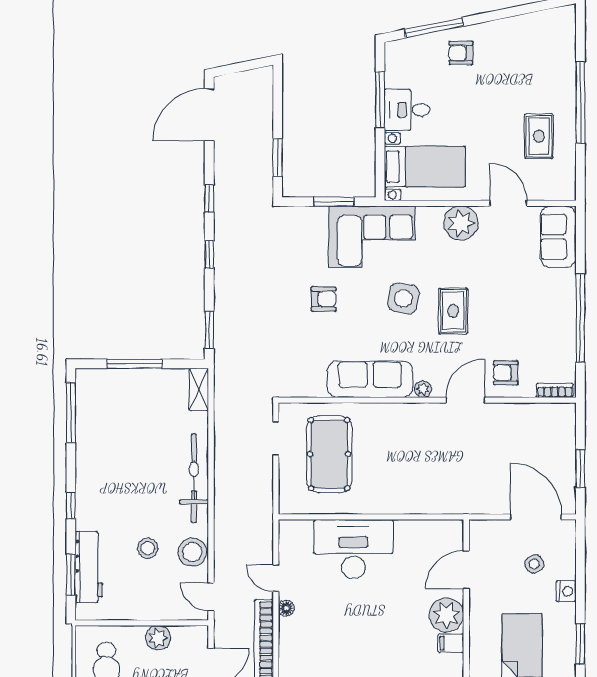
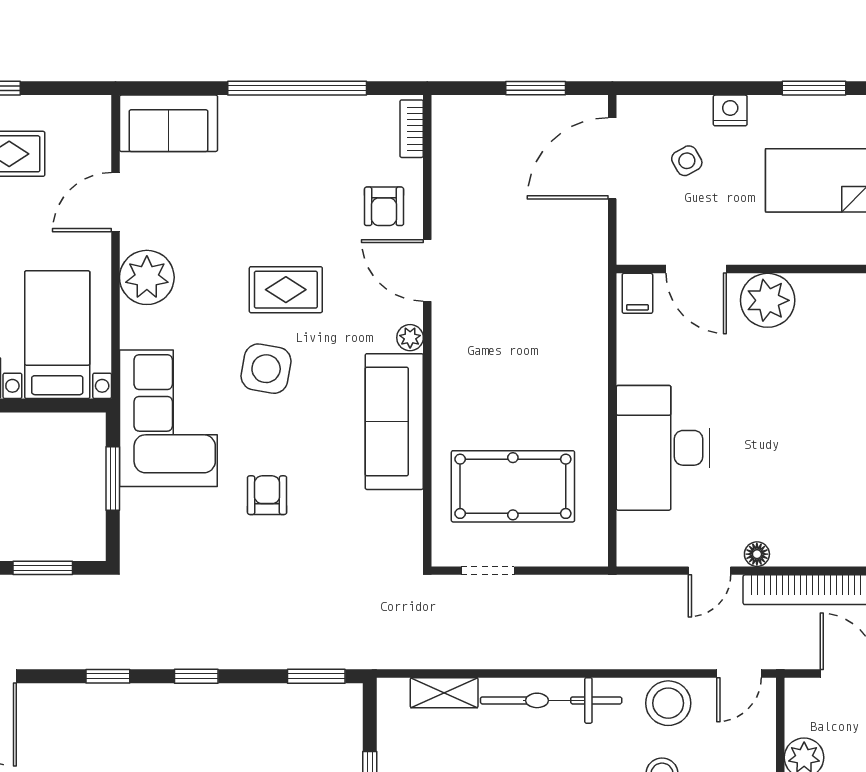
shelving: (199, 389) -> (444, 693), moved
filing cabinet: (451, 643) -> (637, 293), moved

